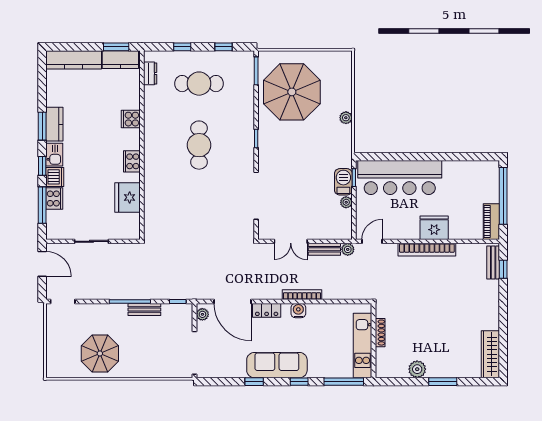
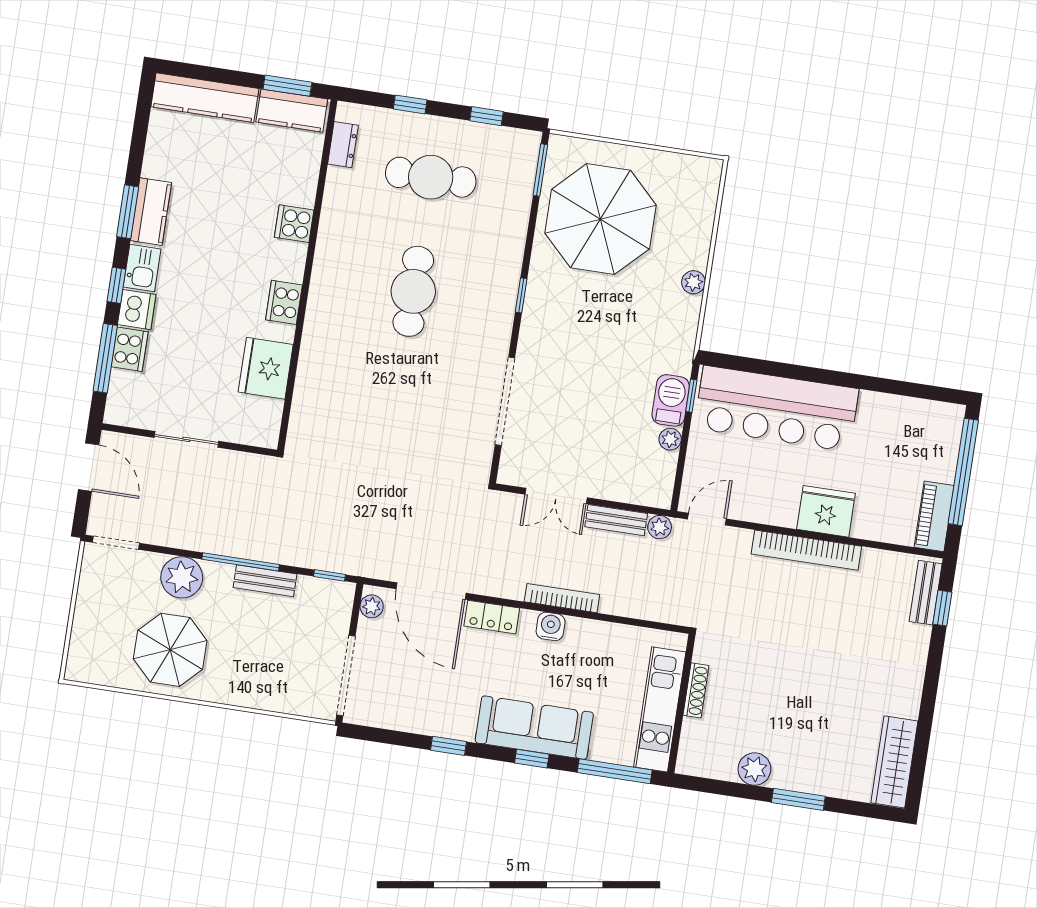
plant: (100, 314) -> (182, 577), added
sofa: (277, 365) -> (534, 728), moved

